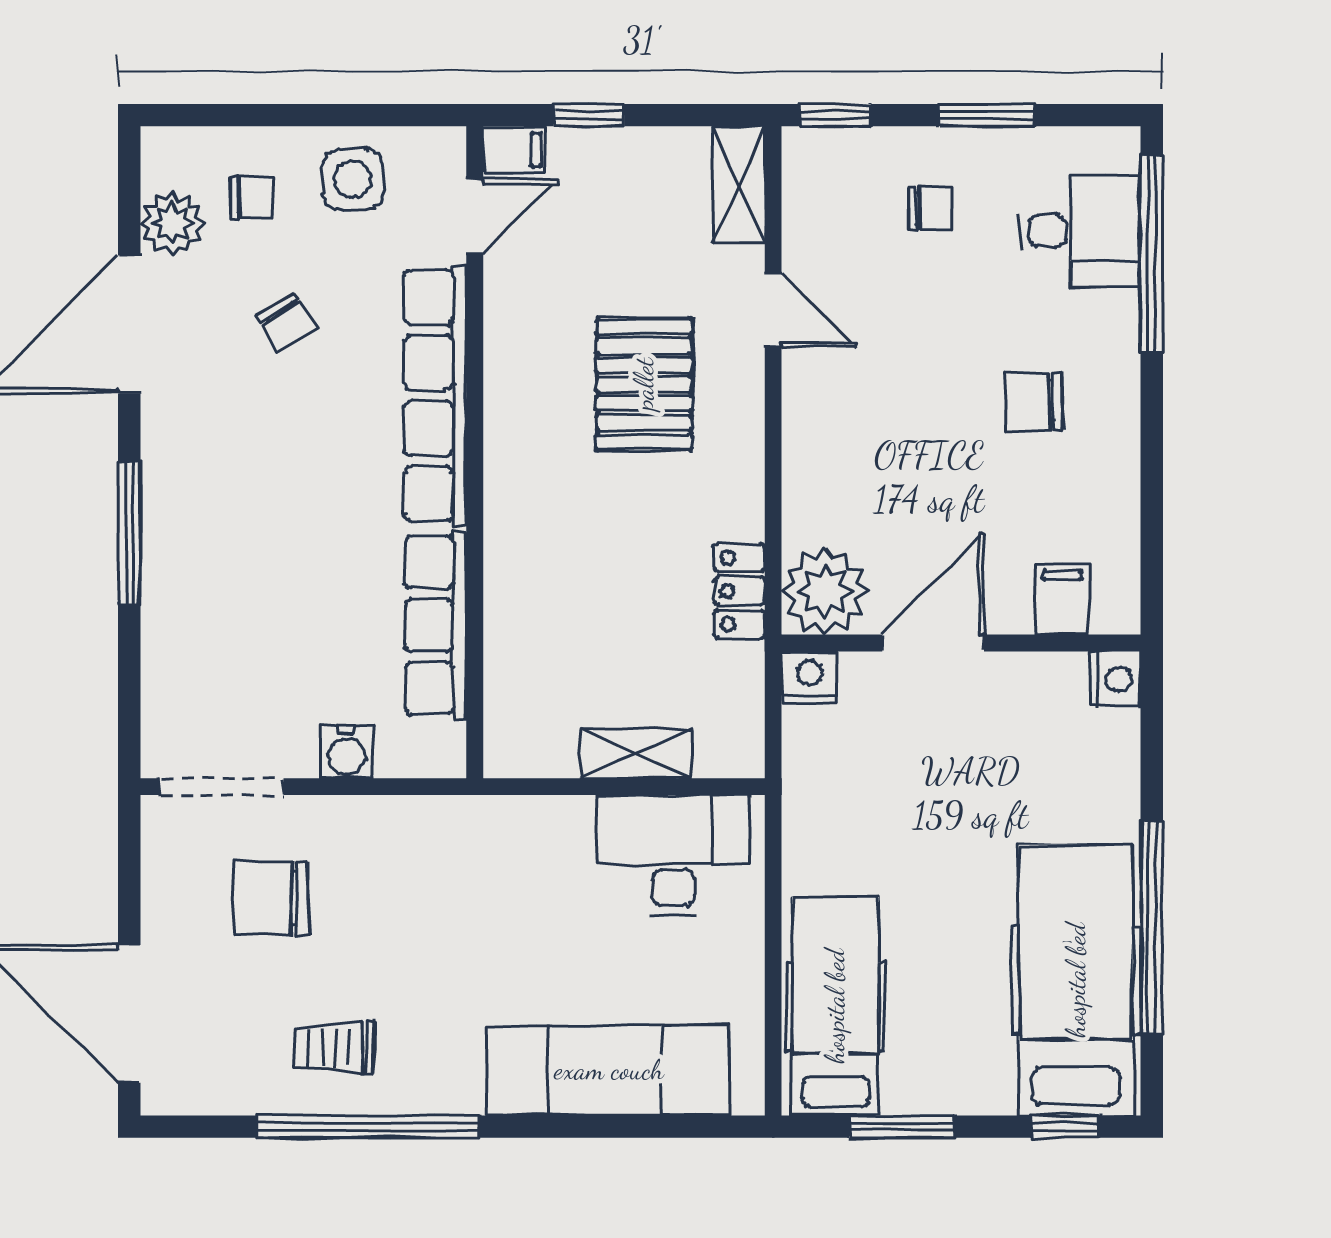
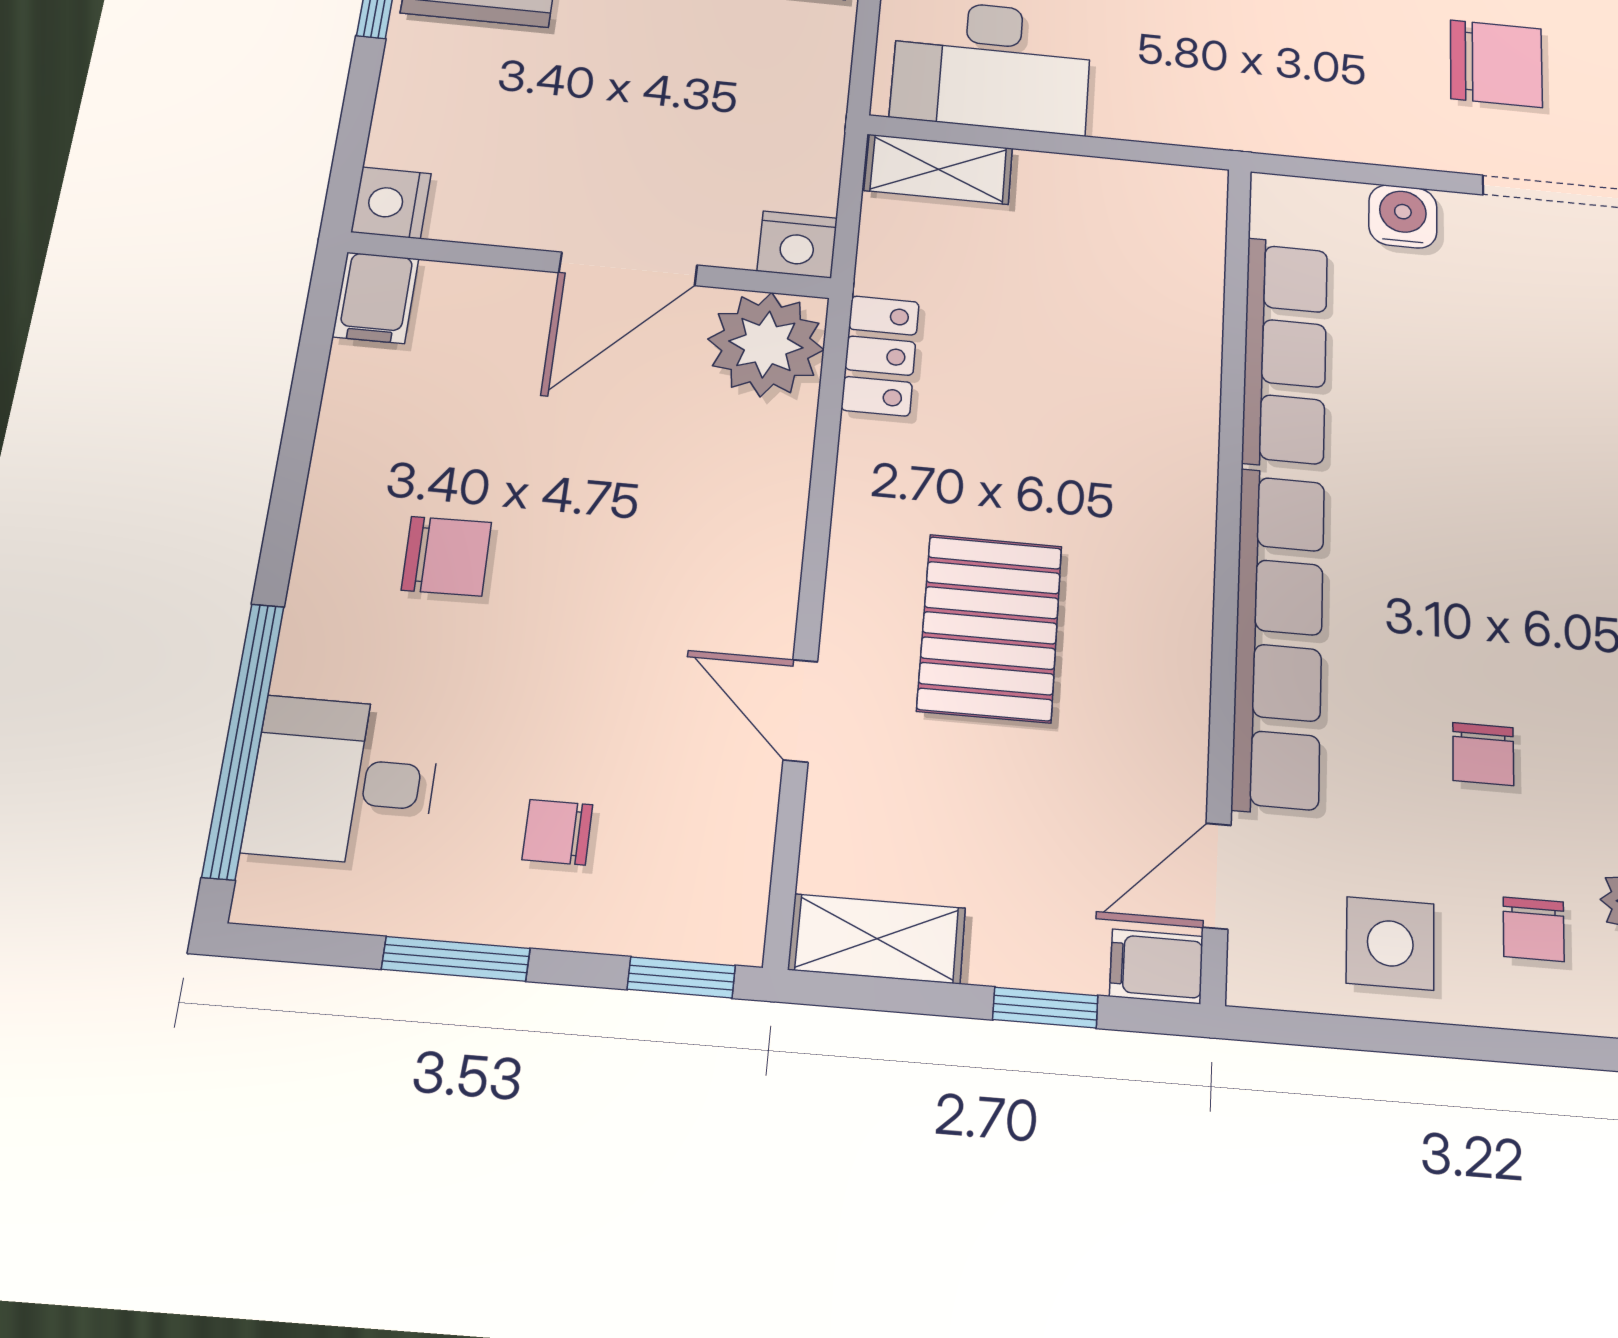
shelving: (739, 185) -> (877, 939), moved, turned 90
chair: (252, 198) -> (1534, 929), turned -90
chair: (286, 322) -> (1483, 754), turned -147
filing cabinet: (1062, 599) -> (376, 298), moved
shelving: (636, 754) -> (938, 169), moved

